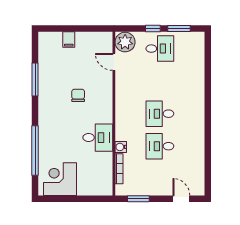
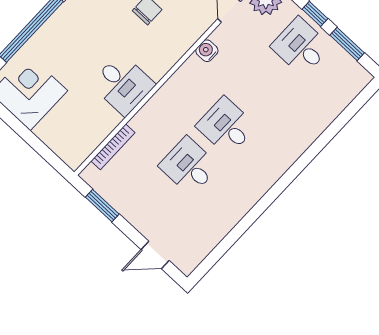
desk: (160, 49) -> (301, 47), turned 180
water cooler: (121, 147) -> (207, 51), moved
door: (181, 199) -> (155, 255), swing flipped

